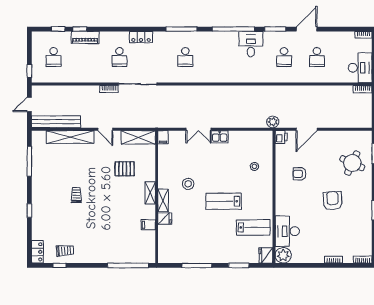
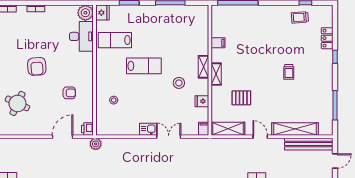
fridge: (165, 218) -> (202, 101), moved
locker: (37, 252) -> (327, 38), moved

